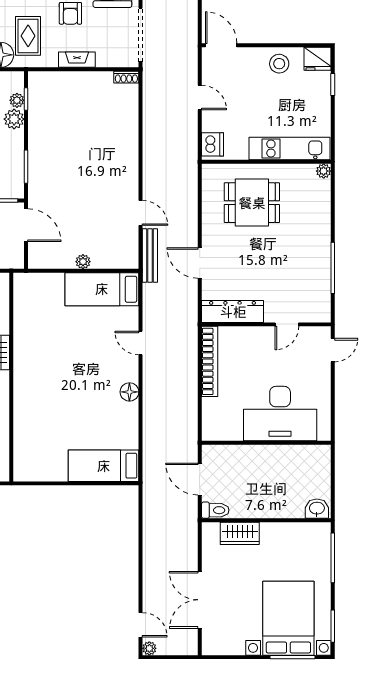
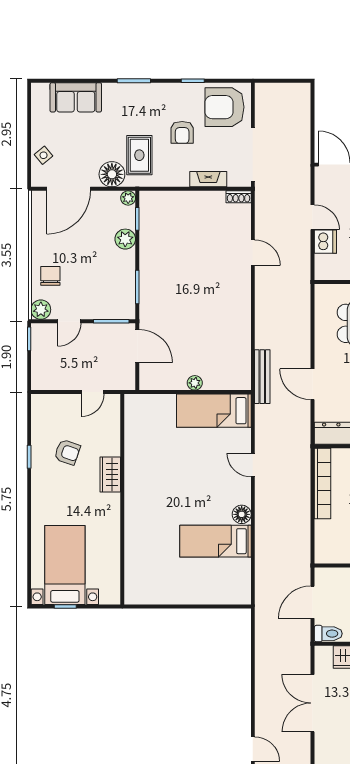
fireplace: (77, 60) -> (208, 179), moved
plant: (17, 100) -> (128, 198), moved
dishwasher: (213, 144) -> (325, 242), moved
door: (141, 213) -> (253, 253), moved
bed: (104, 466) -> (215, 541), moved
door: (200, 479) -> (313, 602), hinge flipped
double door: (200, 600) -> (313, 703), moved

